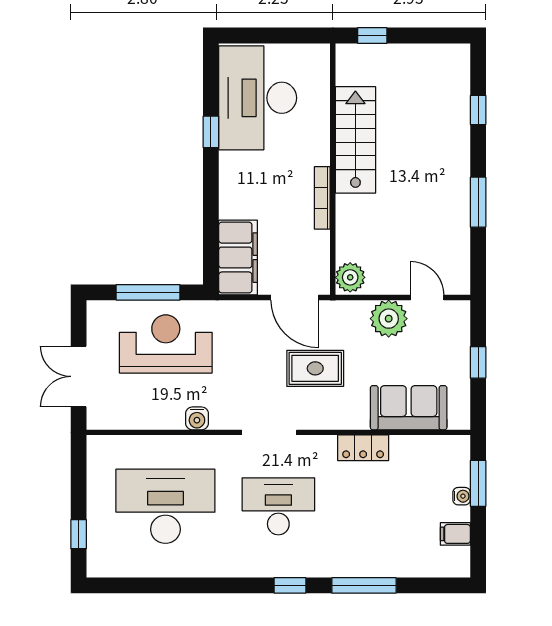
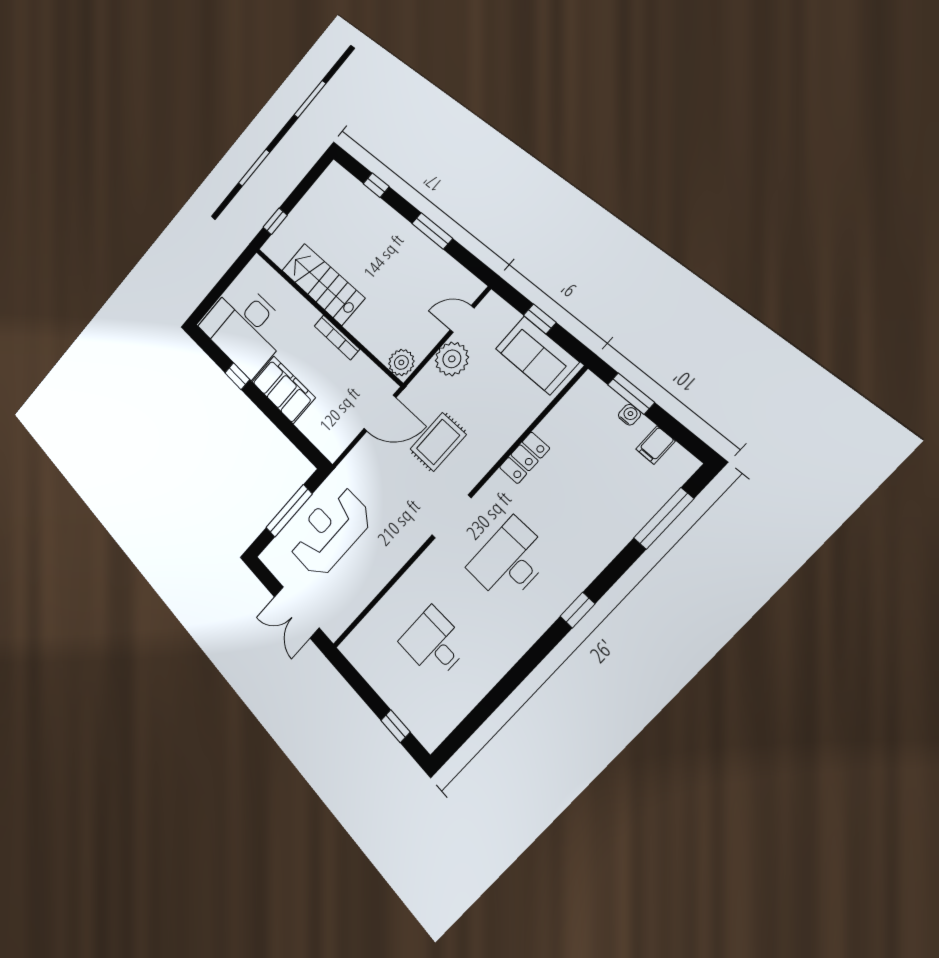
filing cabinet: (238, 258) -> (283, 390), moved
sofa: (409, 408) -> (537, 355), moved, turned -90
water cooler: (197, 418) -> (396, 559), removed
desk: (165, 506) -> (434, 643), width x0.53, depth x0.77
window: (364, 585) -> (664, 518), moved

